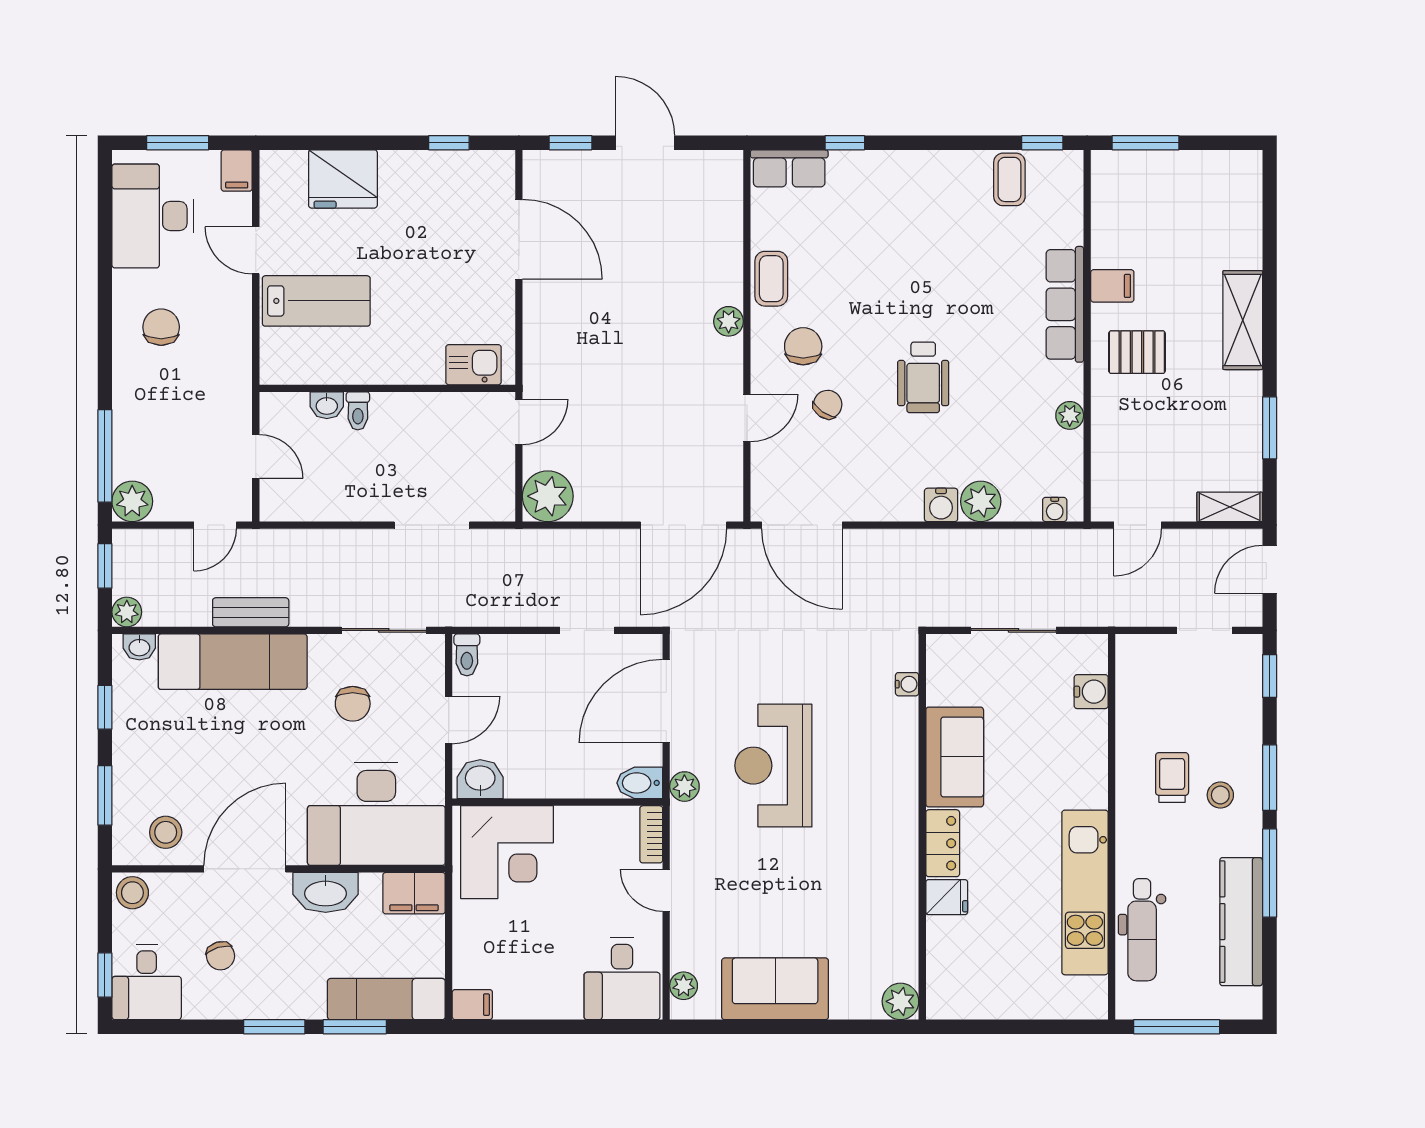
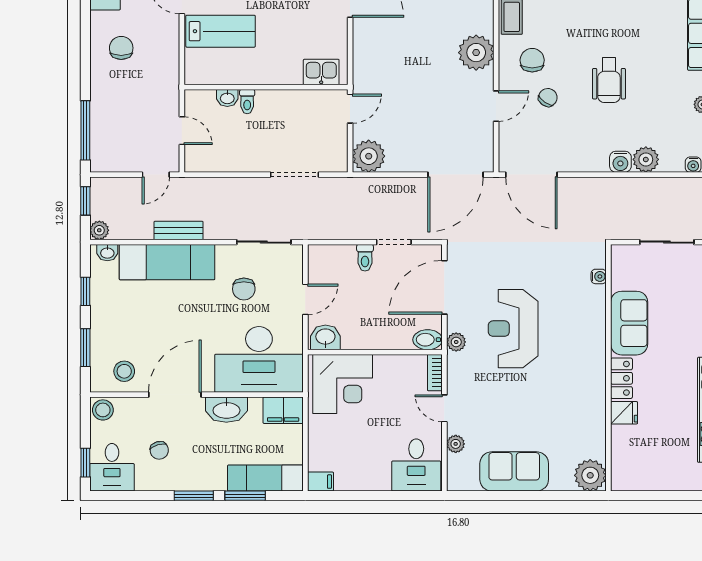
plant: (729, 321) -> (476, 53), width x1.88, depth x1.88
plant: (132, 501) -> (103, 159), removed
toilet: (467, 655) -> (365, 258), moved
plant: (684, 986) -> (456, 444), moved
plant: (900, 1001) -> (590, 475), width x1.36, depth x1.36

